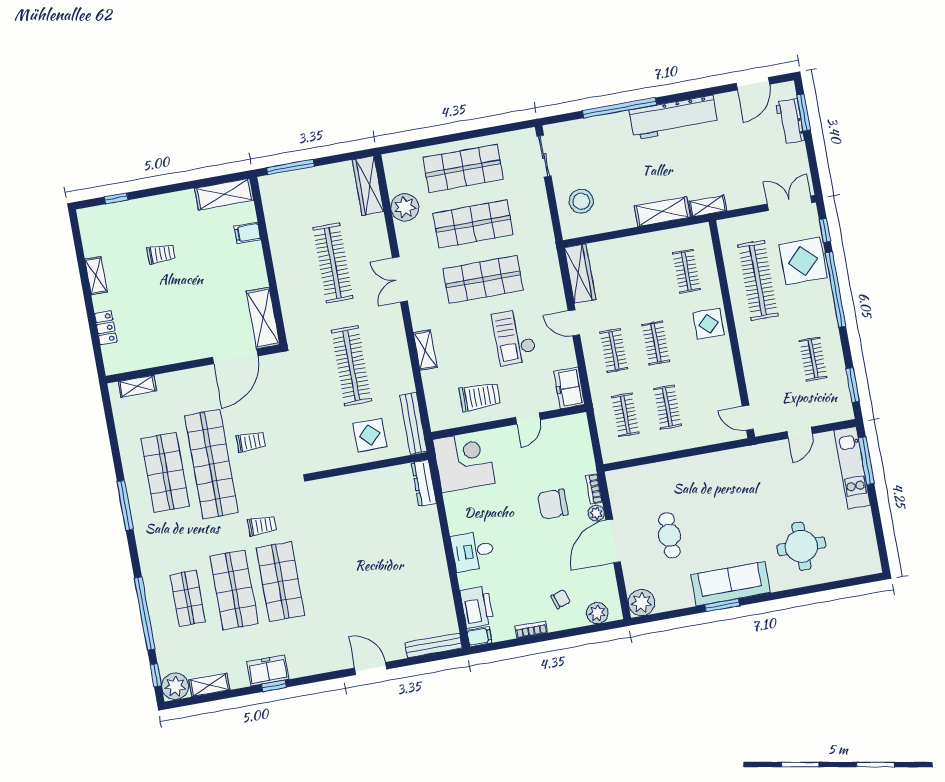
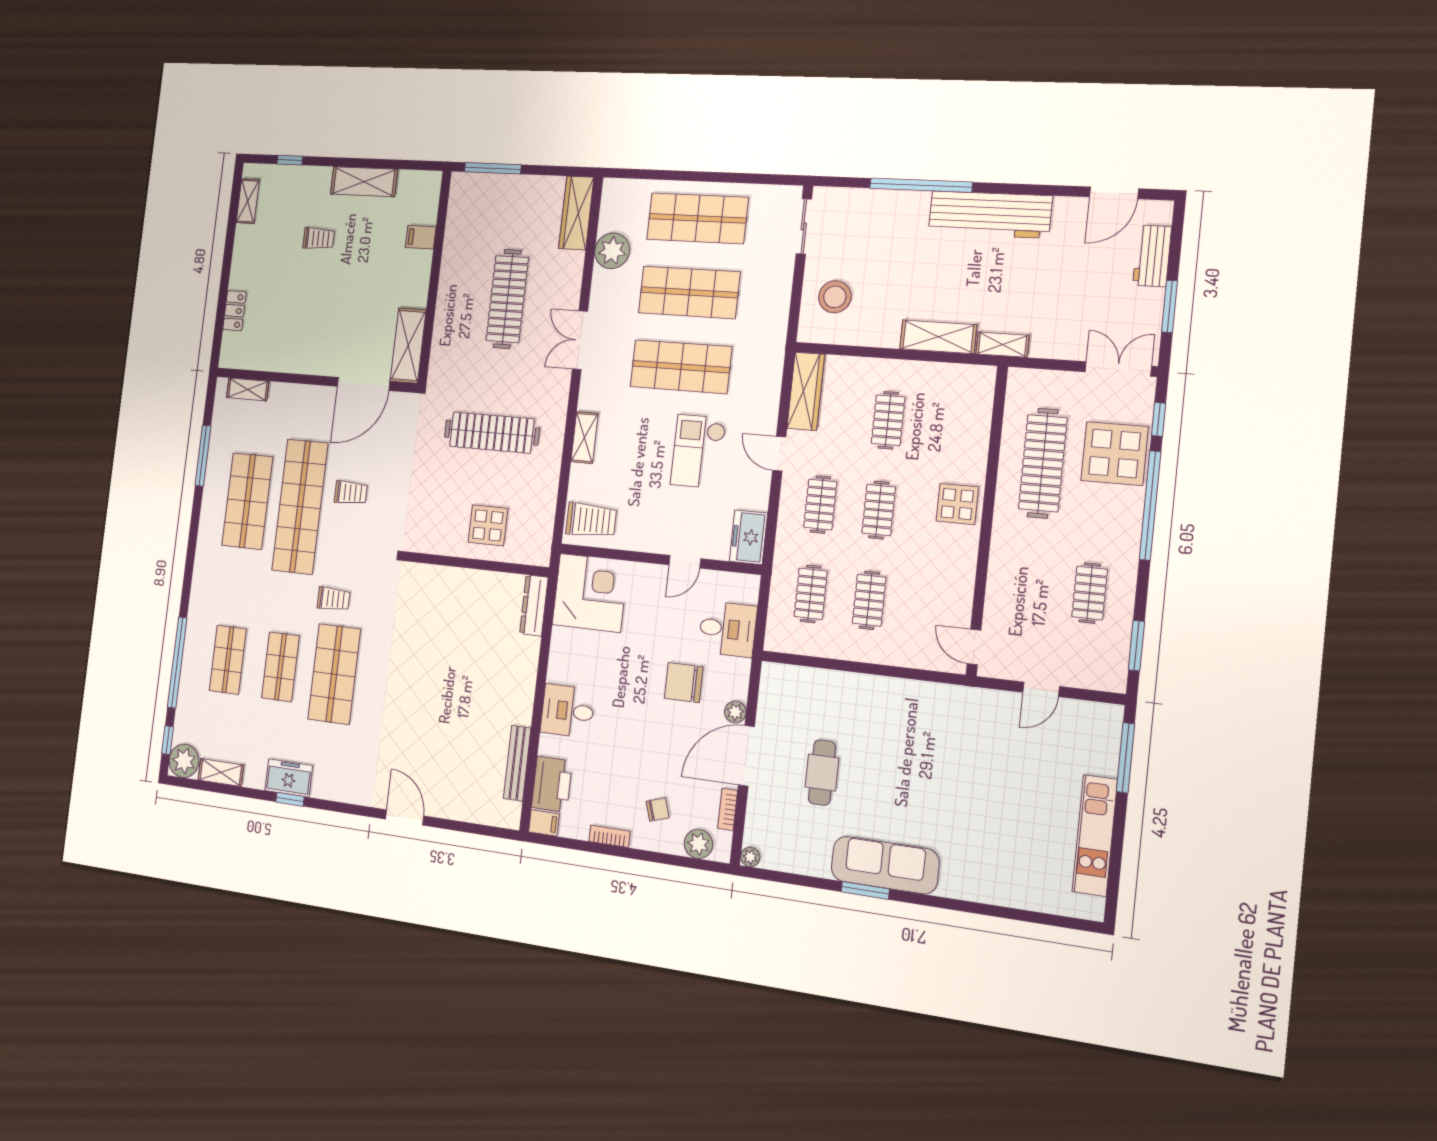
window: (804, 113) -> (1170, 306), moved
shelving: (224, 194) -> (364, 182), moved
clothes rail: (686, 271) -> (888, 420), moved
shelving: (96, 276) -> (248, 201), moved
clothes rail: (351, 366) -> (492, 433), turned 90
trolley: (480, 397) -> (591, 520), moved
bench: (413, 423) -> (544, 526), removed
desk: (573, 457) -> (728, 629), added
kitchen unit: (852, 468) -> (1095, 835), moved
bookcase: (594, 489) -> (728, 809), moved
window: (125, 505) -> (203, 456), moved
round table: (801, 546) -> (998, 847), removed
shop shelf: (234, 590) -> (280, 667), width x0.70, depth x0.74
plant: (641, 603) -> (750, 857), width x0.53, depth x0.53
bench: (434, 645) -> (517, 763), moved, turned 90

